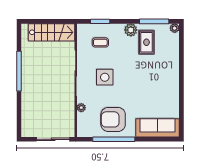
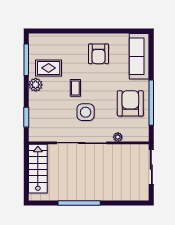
plant: (175, 28) -> (34, 38), removed
coffee table: (100, 42) -> (75, 88), moved
armchair: (160, 89) -> (98, 54), added
armchair: (113, 119) -> (130, 103), turned 180

